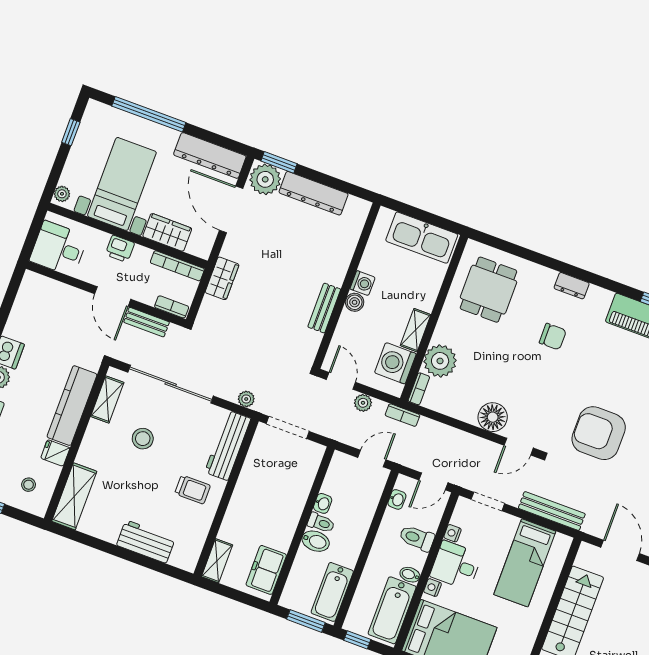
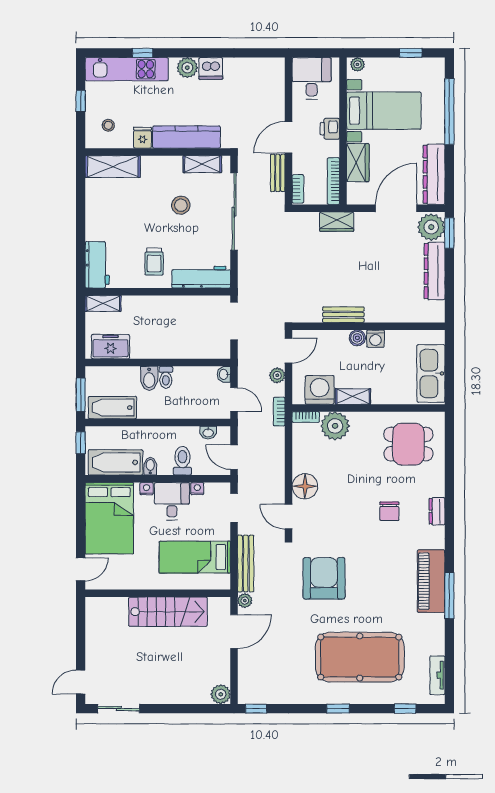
plant: (246, 399) -> (245, 601), moved
washbasin: (323, 503) -> (224, 374), moved, turned 90
workbench: (146, 542) -> (97, 265), moved

